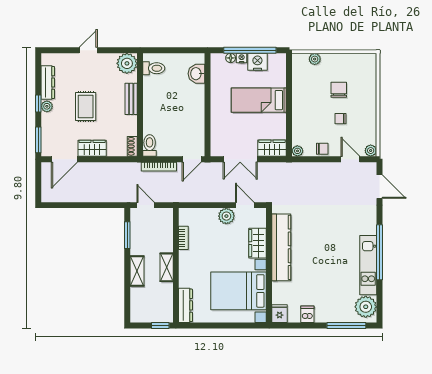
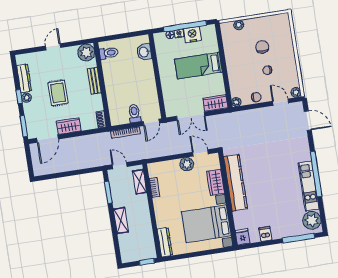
toilet: (150, 145) -> (134, 113), moved
shelving: (167, 267) -> (140, 182), moved

